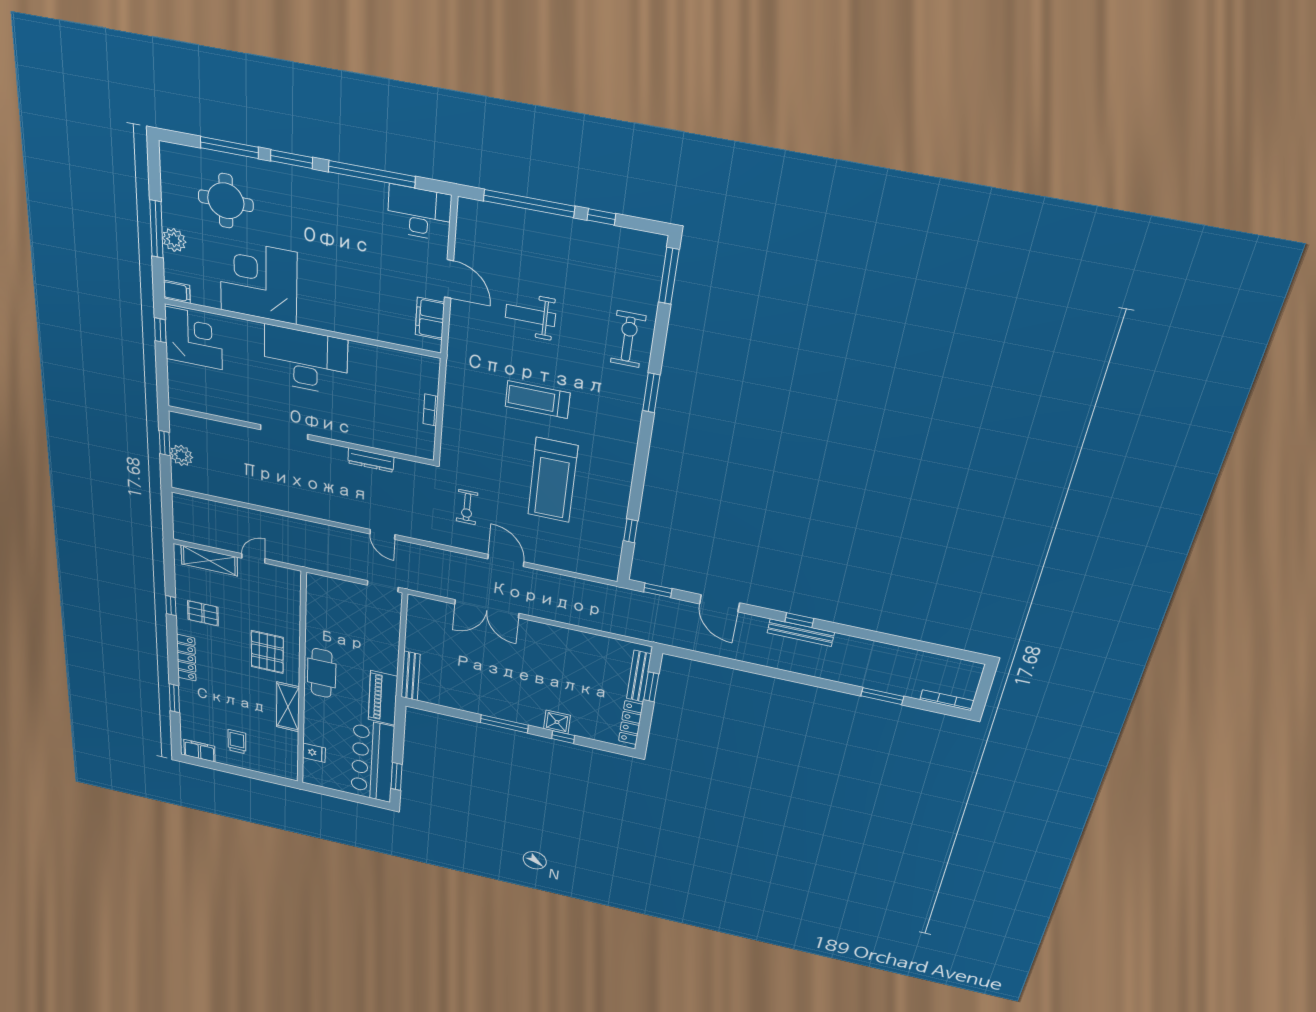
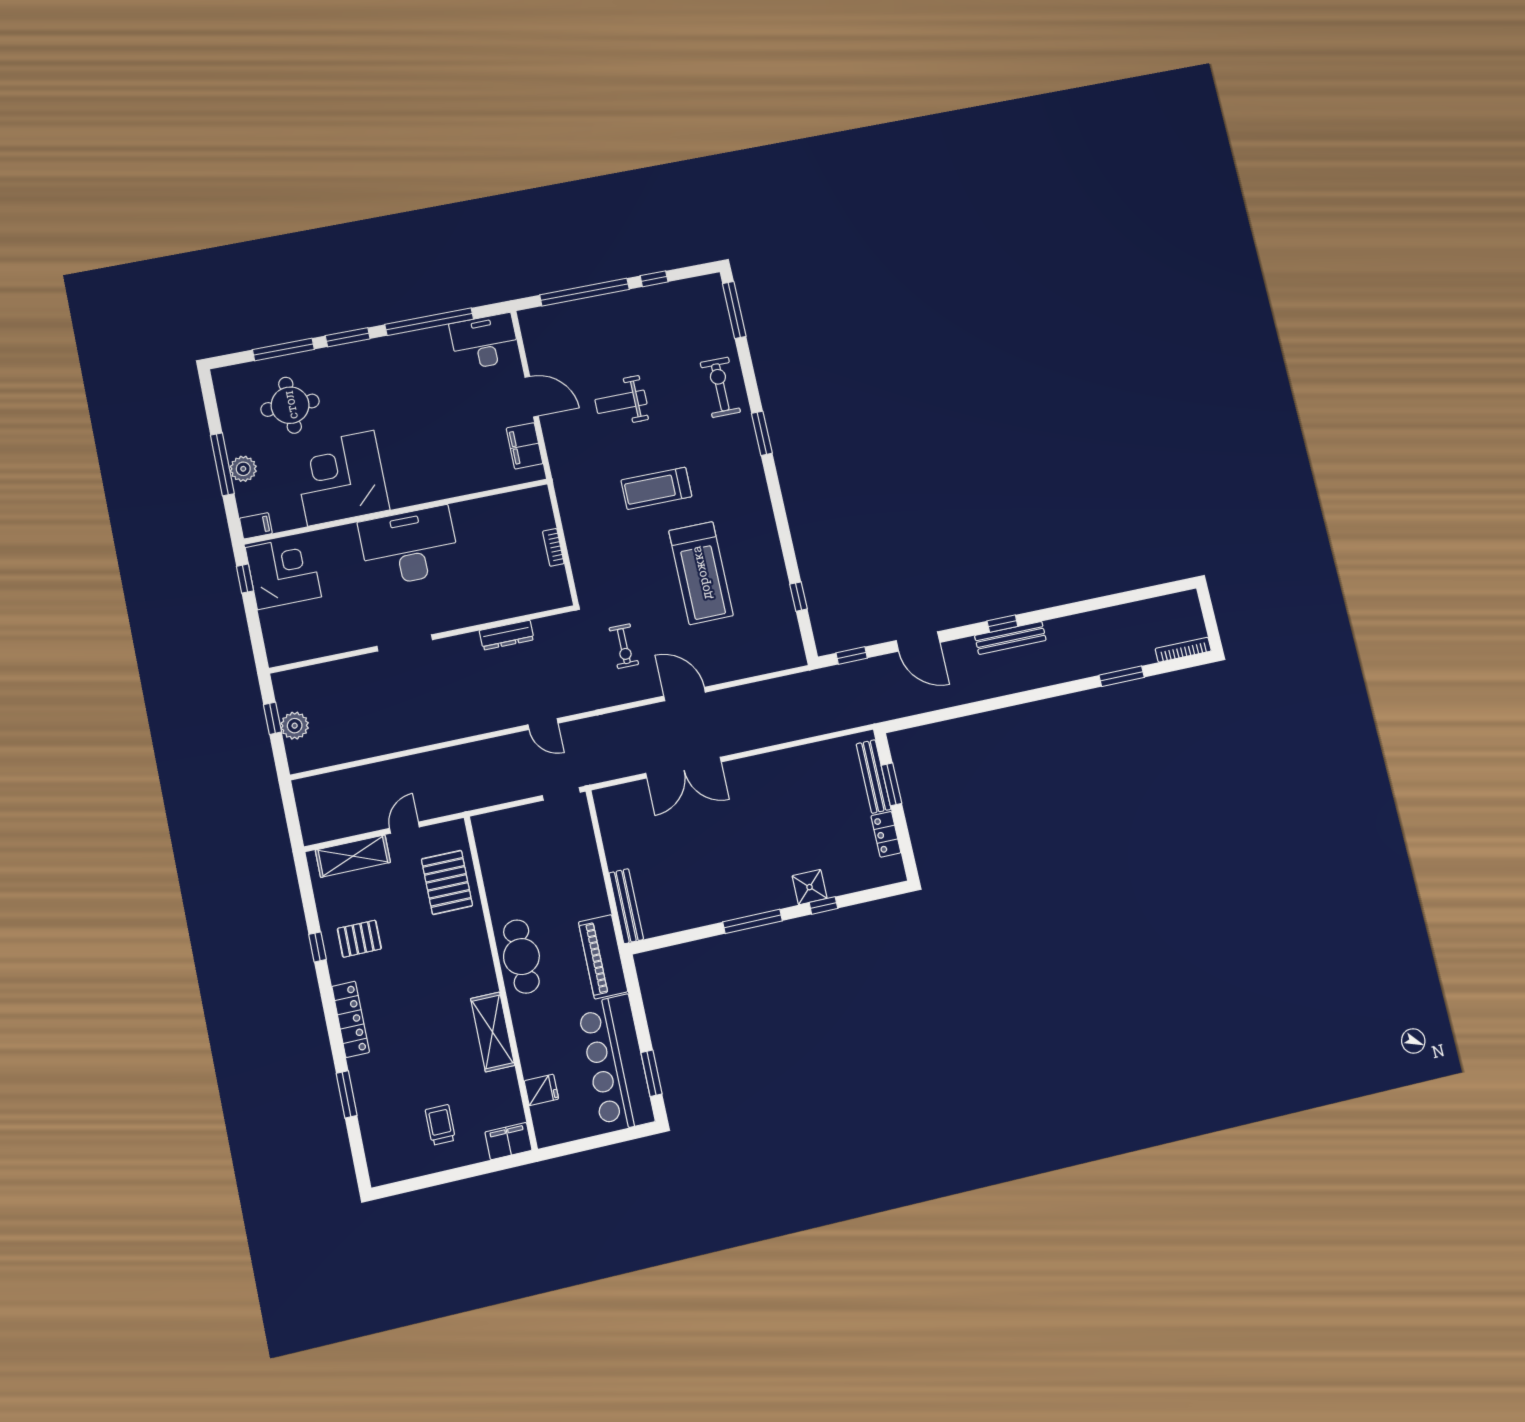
pallet: (267, 652) -> (447, 882), moved
locker: (631, 723) -> (886, 834), width x0.66
filing cabinet: (199, 751) -> (508, 1141), moved

